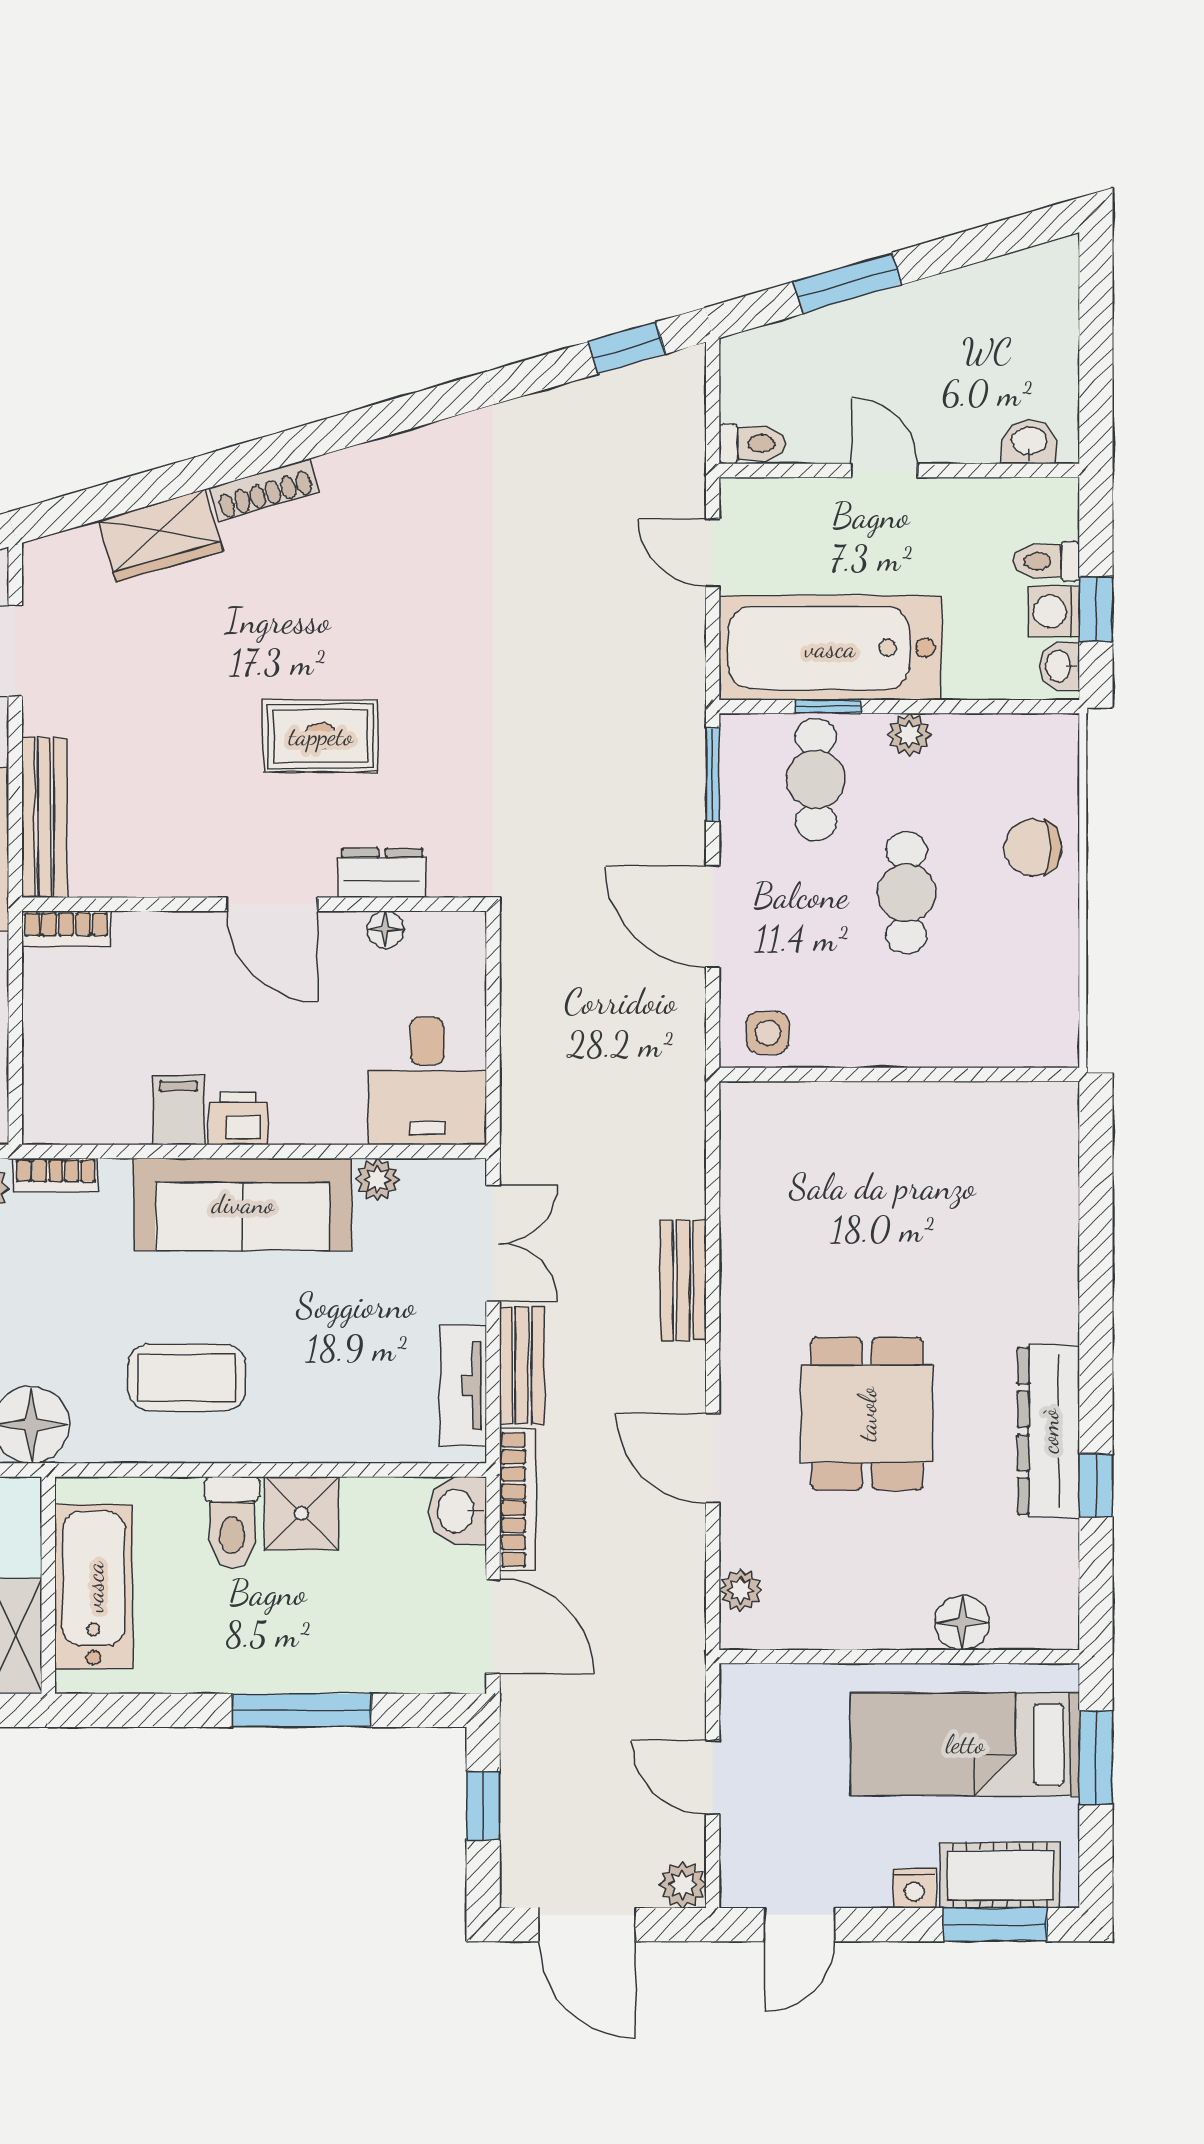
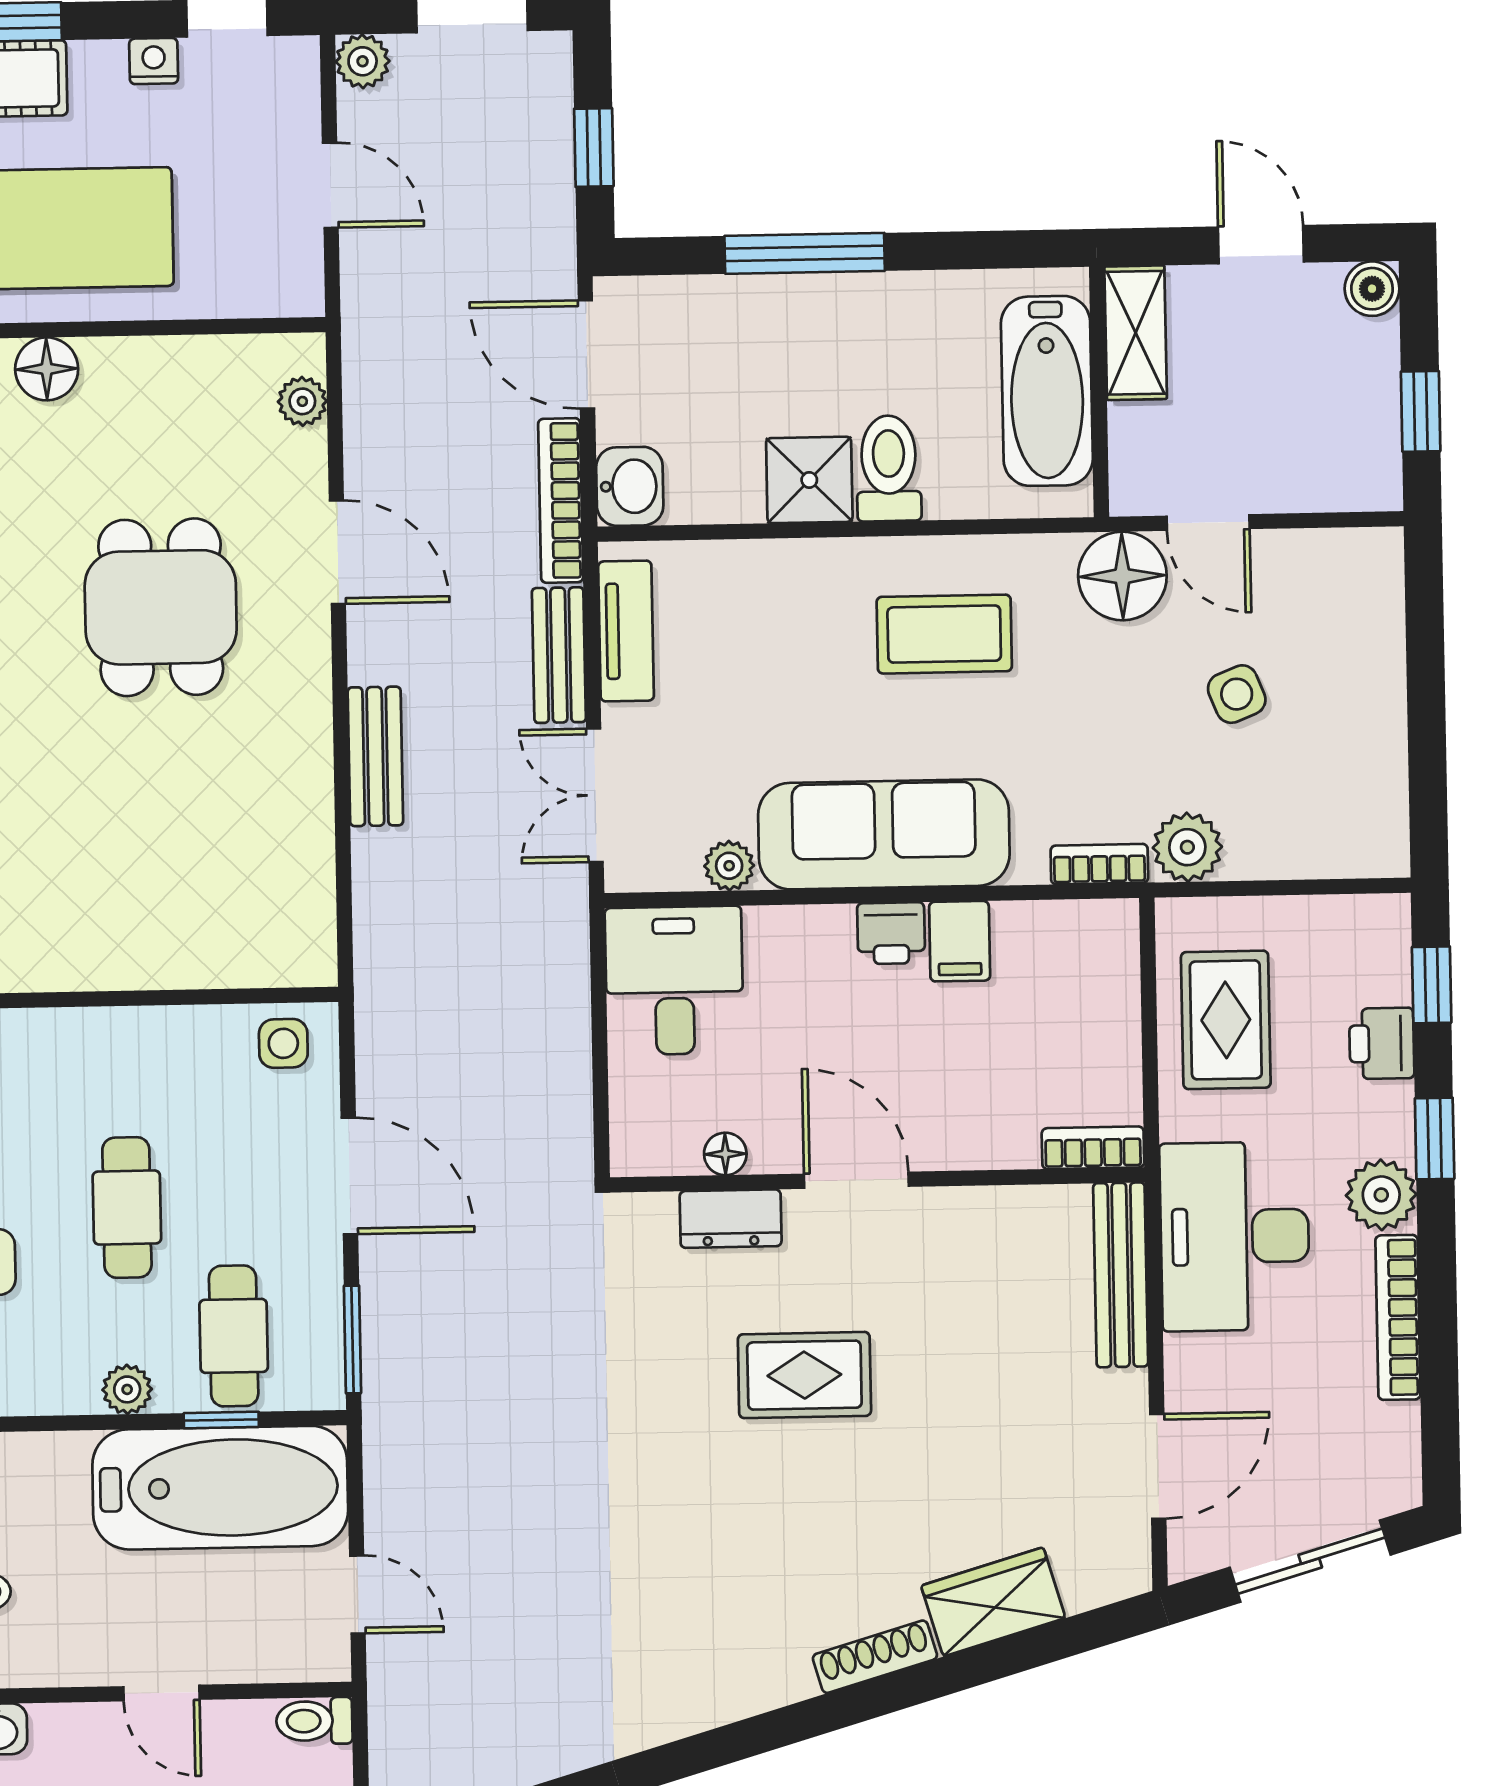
nightstand: (915, 1888) -> (154, 61), moved

